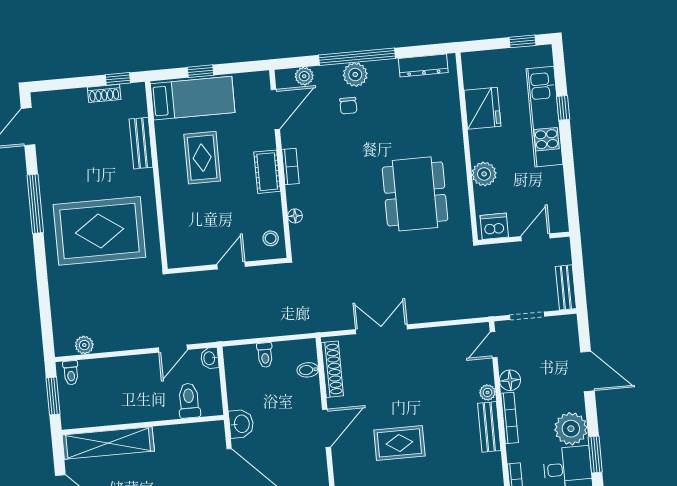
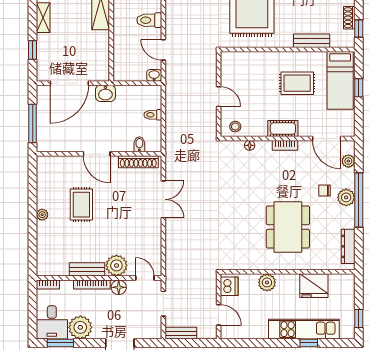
dining table: (415, 194) -> (288, 227), moved, turned 90
plant: (487, 392) -> (116, 265), width x1.88, depth x1.88
toilet: (189, 401) -> (149, 20), moved, turned 180

